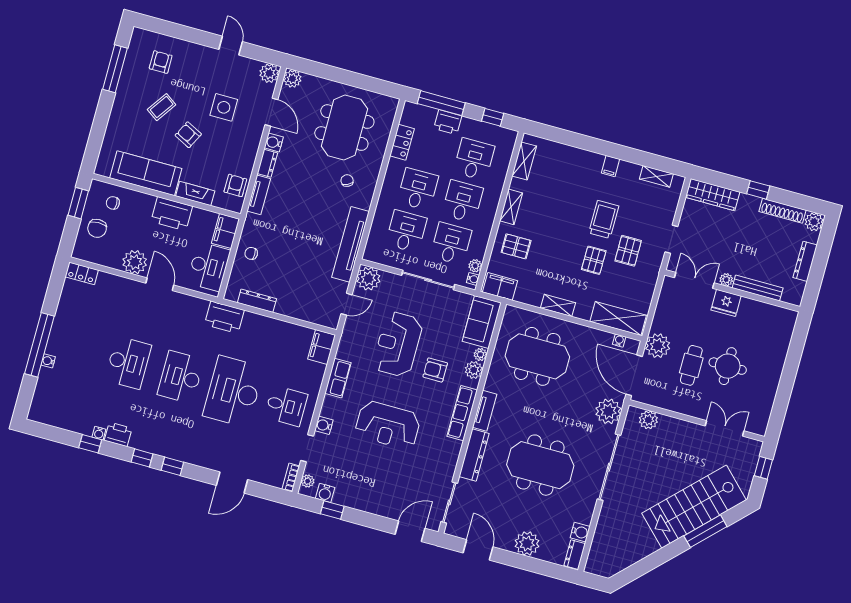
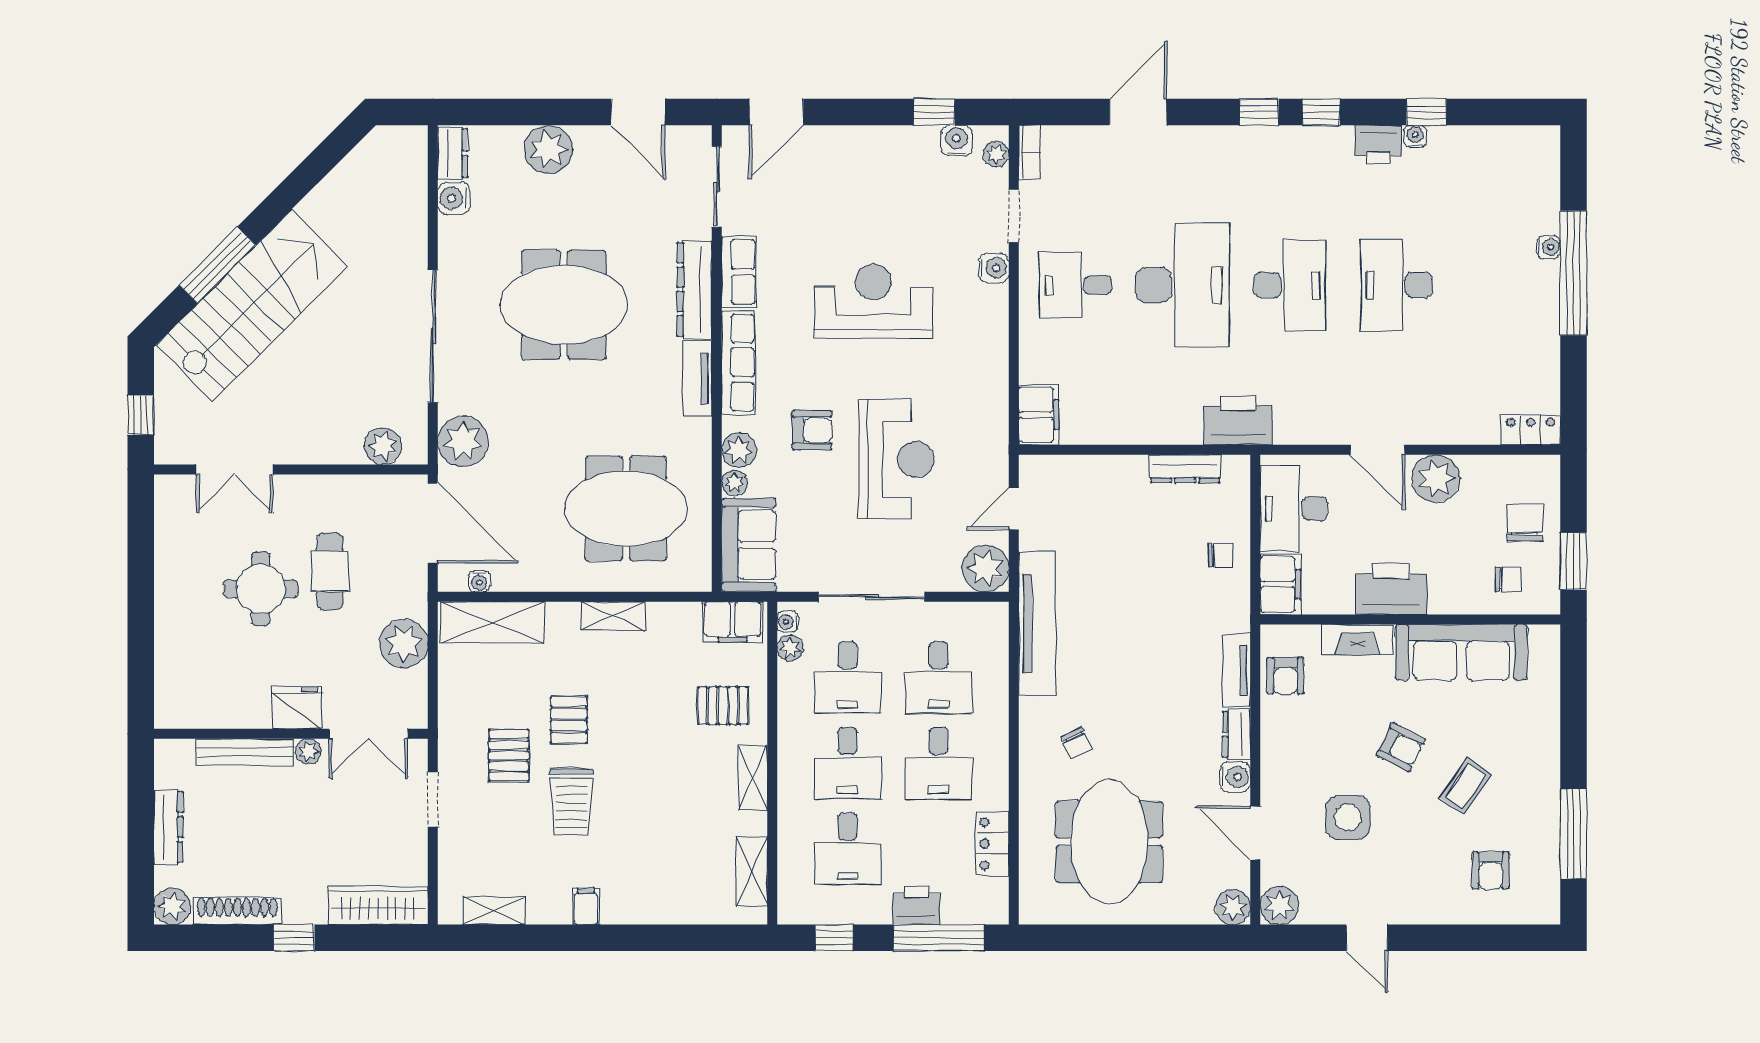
plant: (658, 346) -> (404, 644), moved
row of seats: (338, 378) -> (739, 272), moved, turned 180

